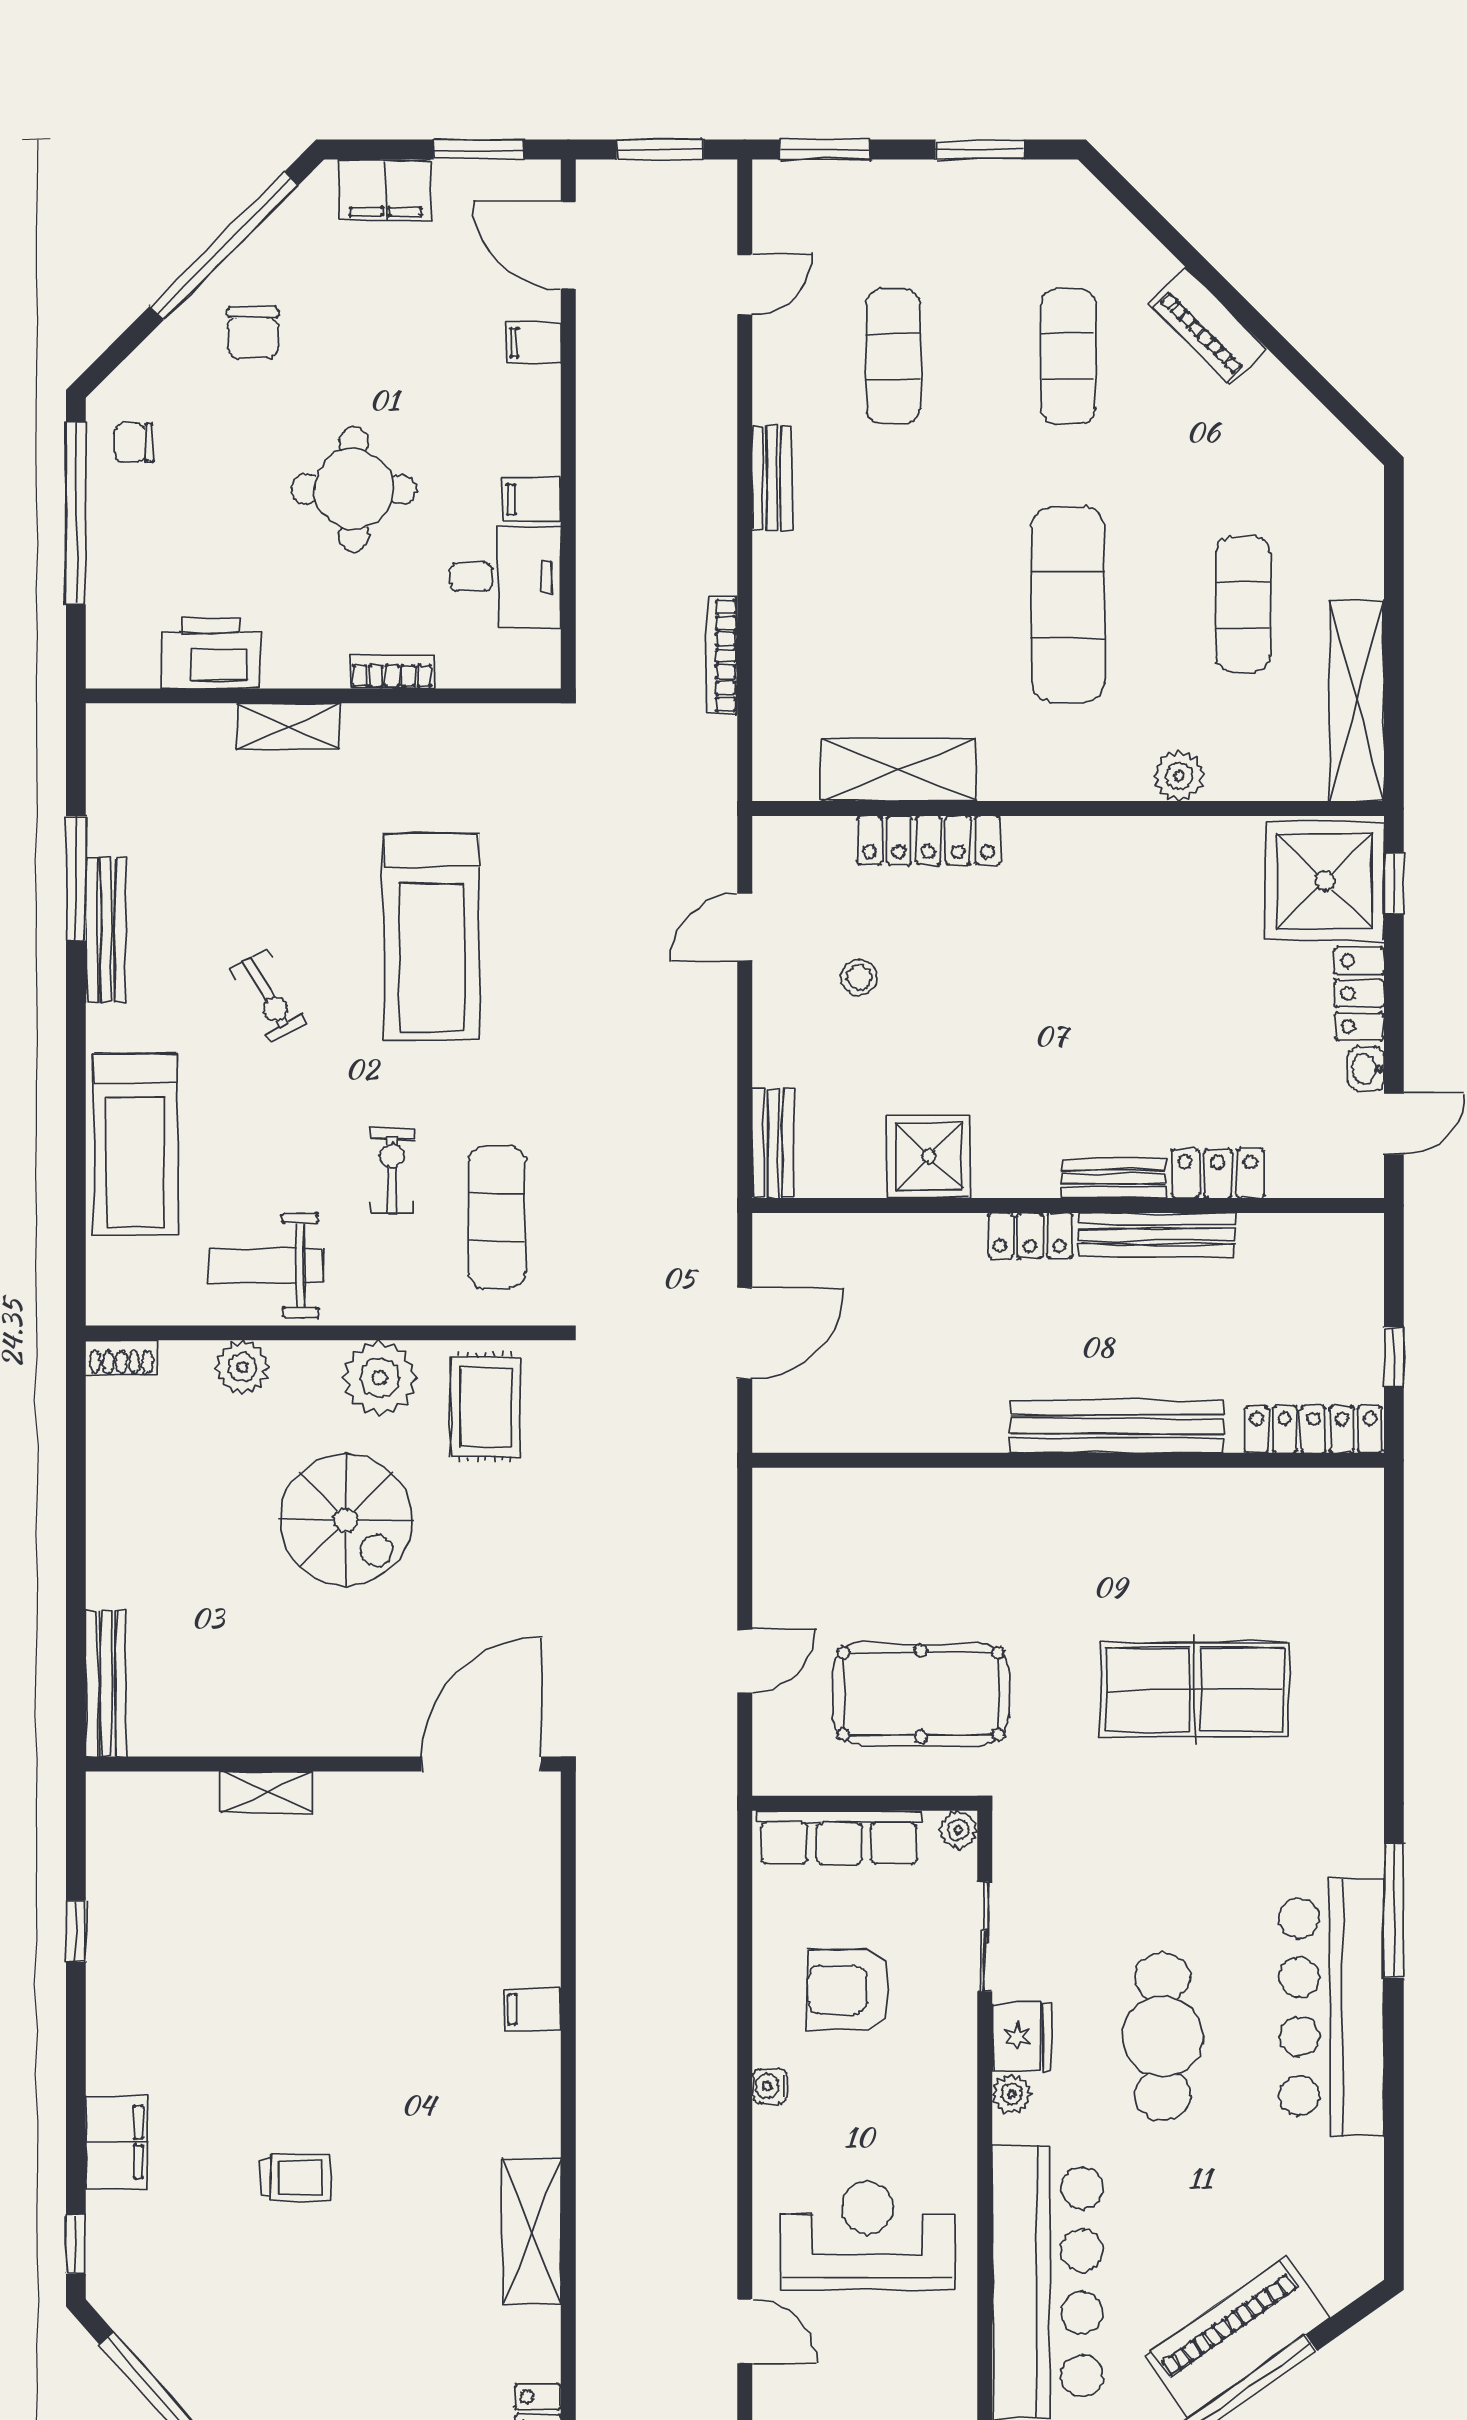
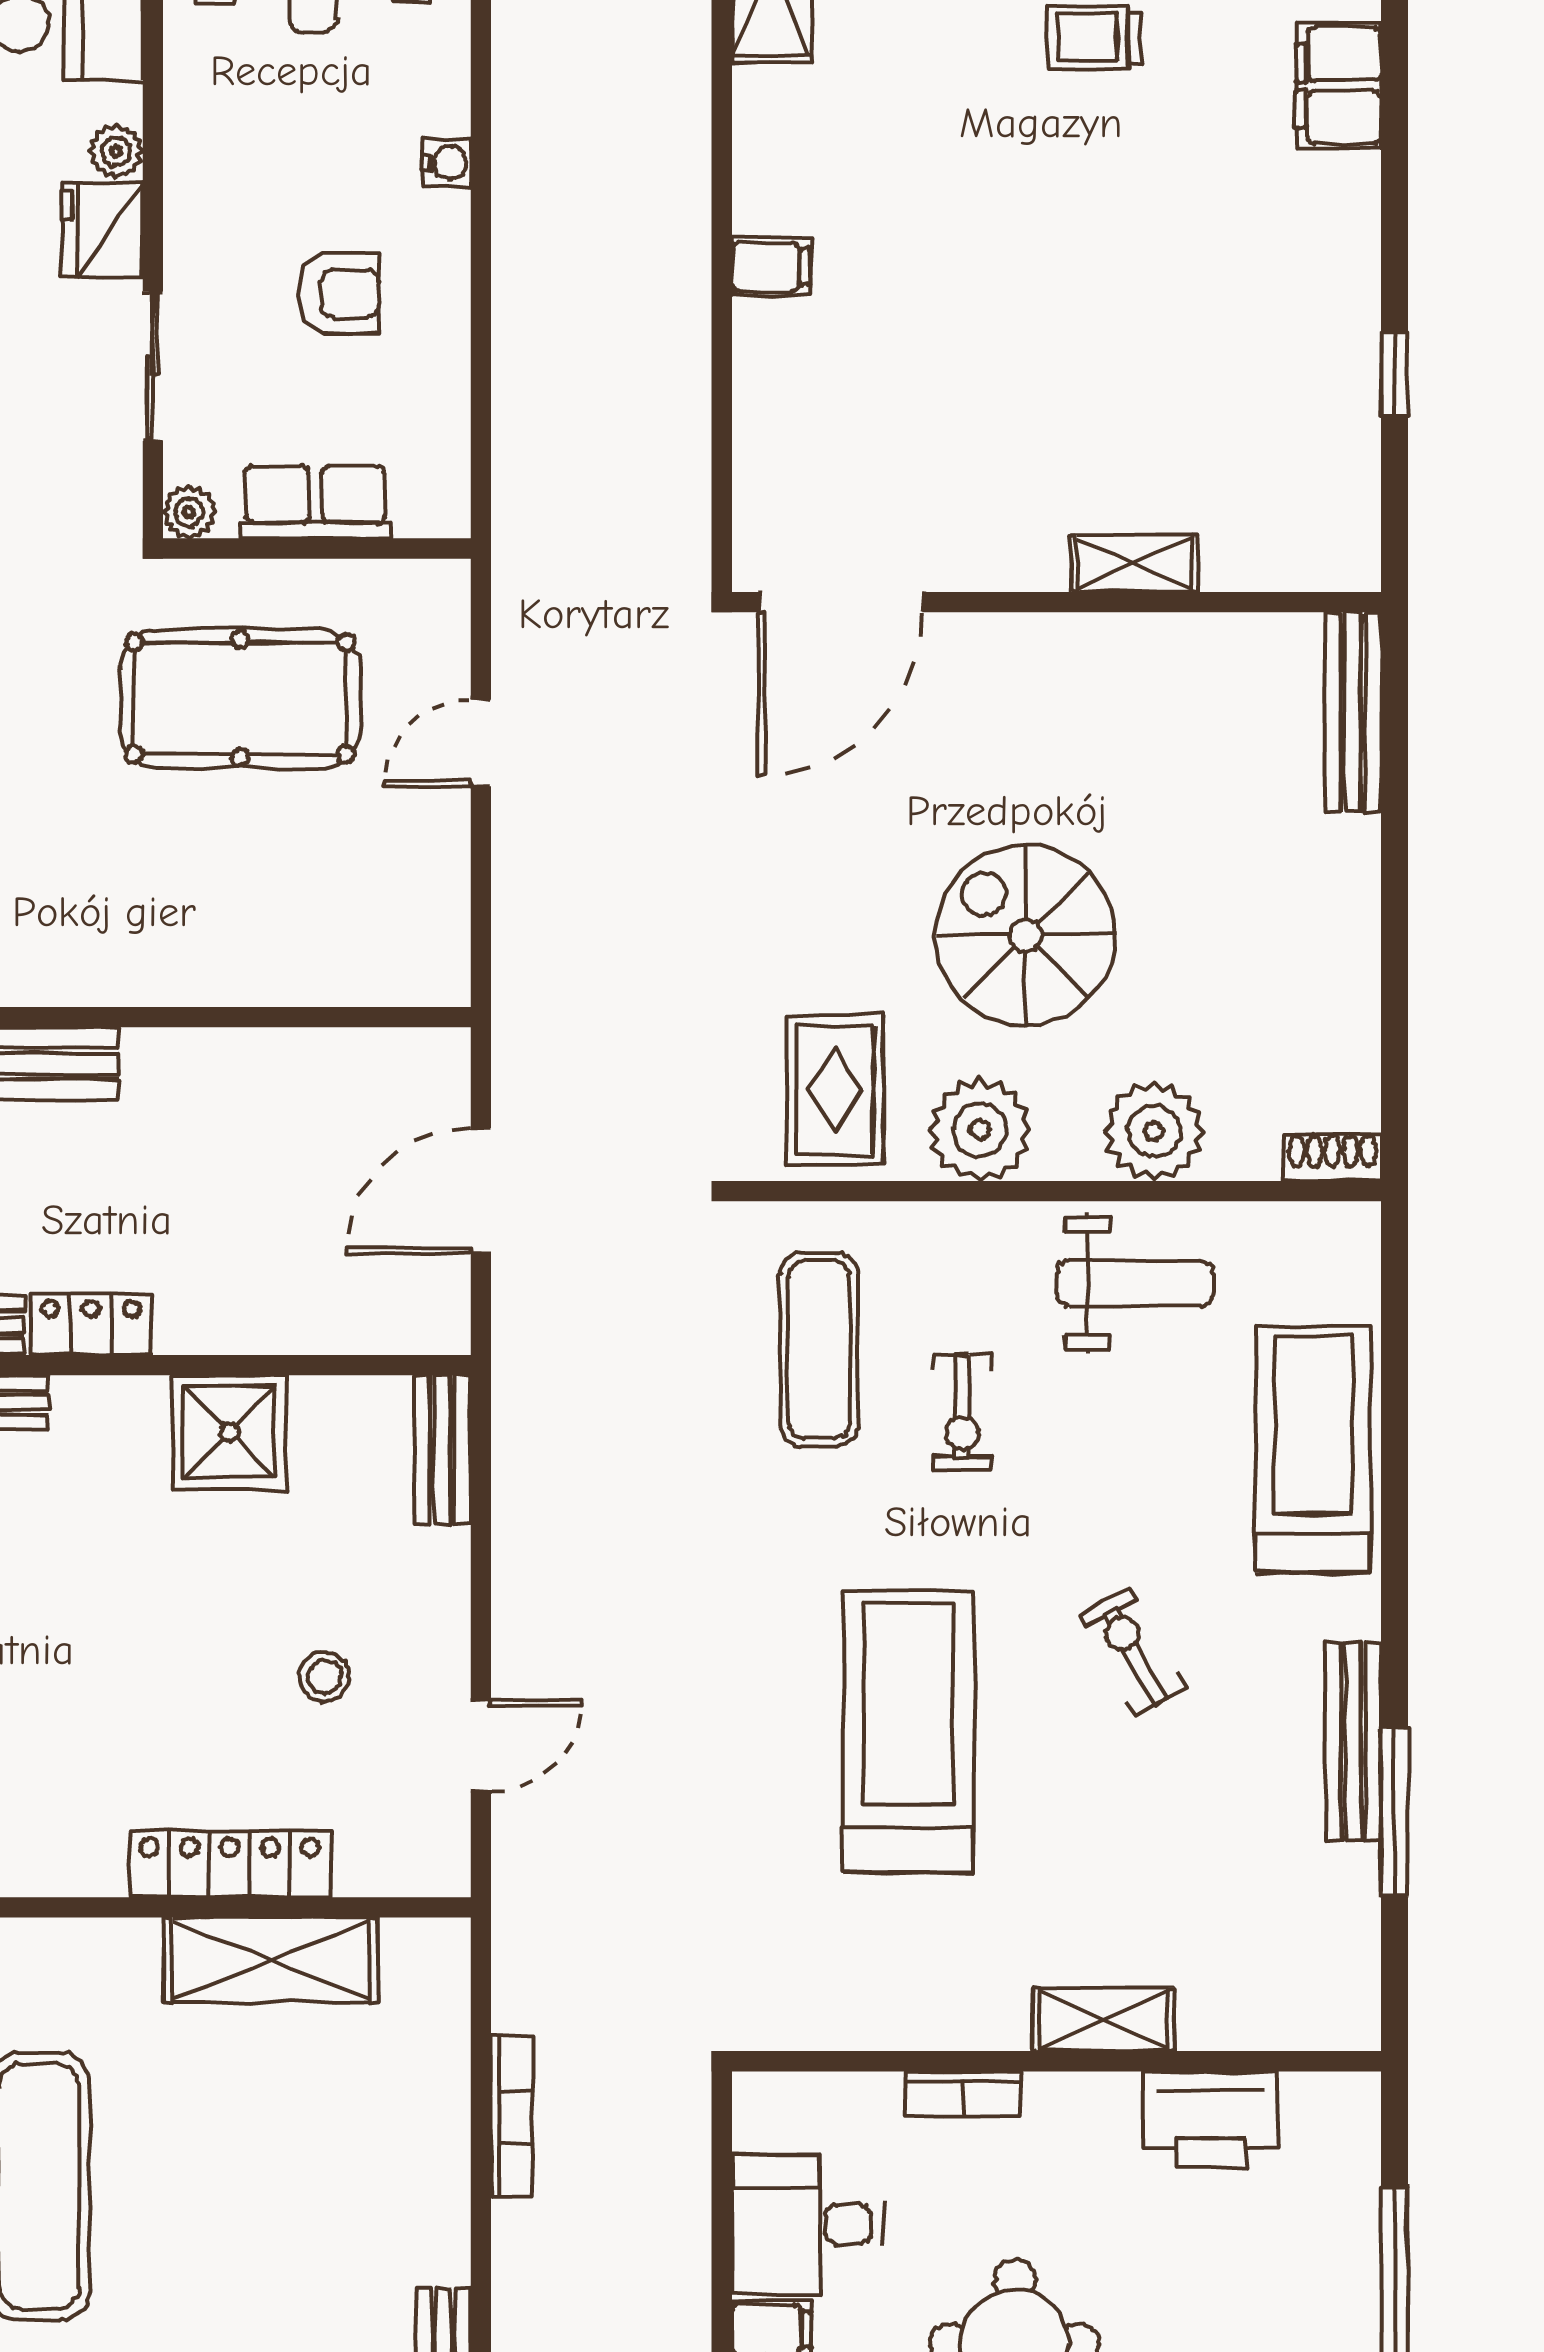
plant: (242, 1367) -> (1154, 1131), width x1.36, depth x1.36
row of seats: (839, 1837) -> (315, 502), width x0.68
armchair: (849, 1990) -> (339, 294), width x0.72, depth x0.72

